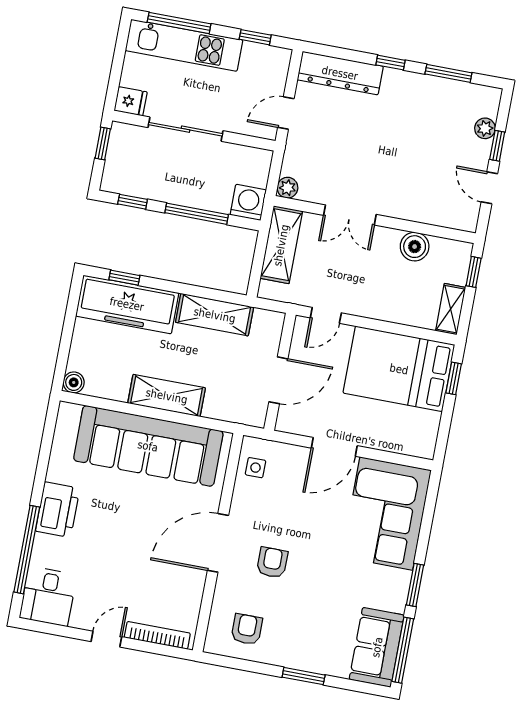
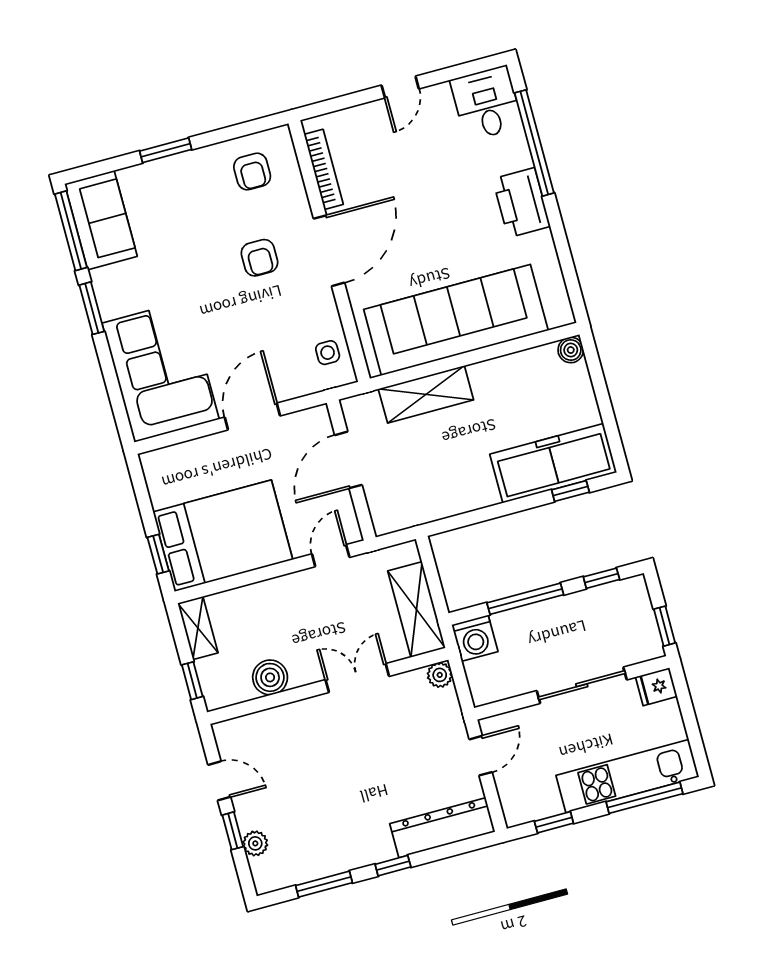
shelving: (215, 315) -> (453, 498), removed
shelving: (167, 396) -> (426, 394), moved
bookcase: (157, 635) -> (324, 169), moved, turned -90

